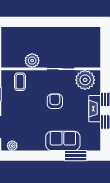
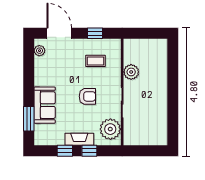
coffee table: (20, 82) -> (96, 61), moved

